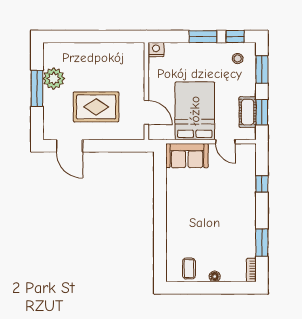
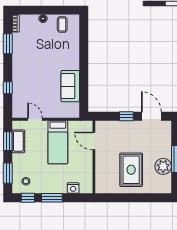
nightstand: (156, 50) -> (73, 188), moved
rug: (96, 107) -> (131, 170), moved, turned 90
bed: (195, 111) -> (58, 142), width x0.67
window: (103, 146) -> (126, 116), added
sofa: (187, 156) -> (70, 86), moved, turned -90

